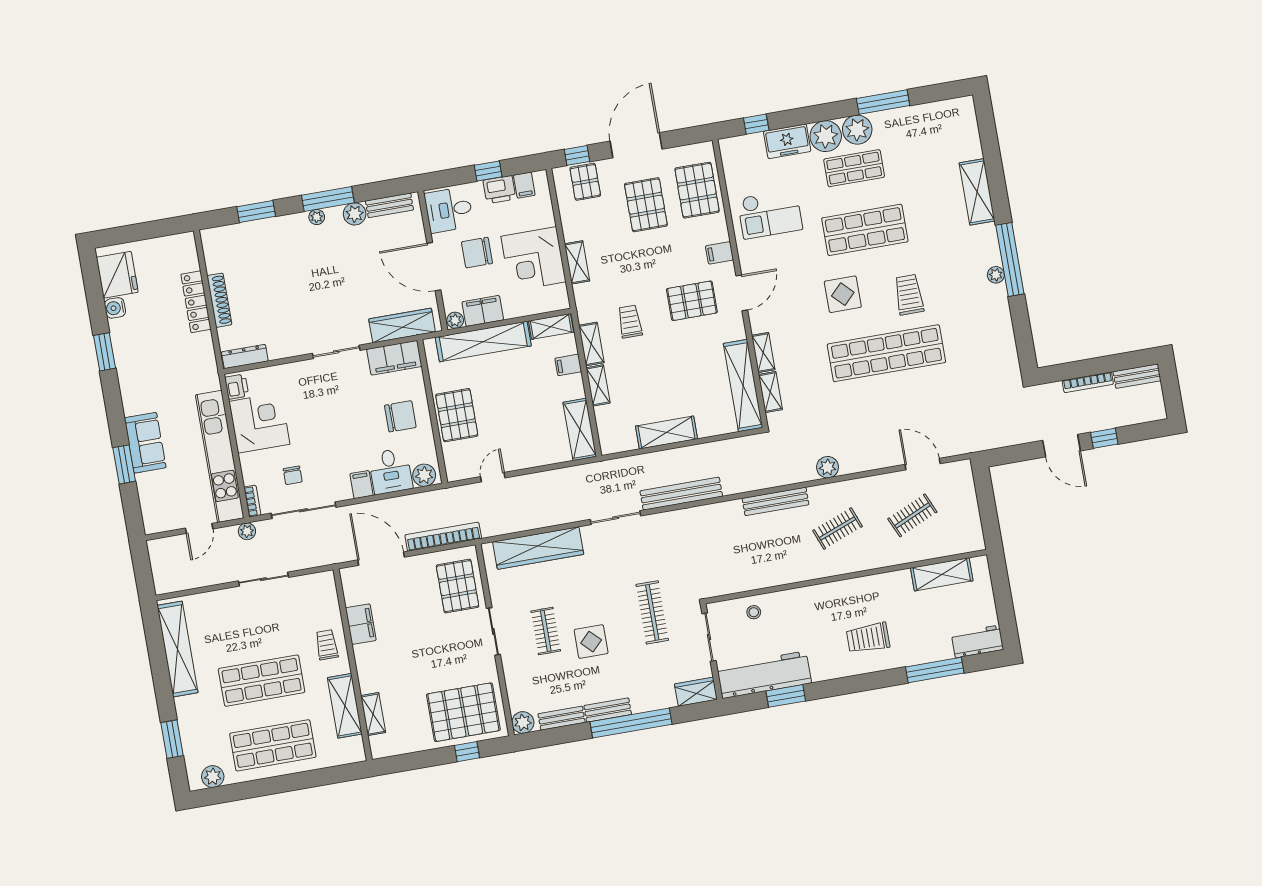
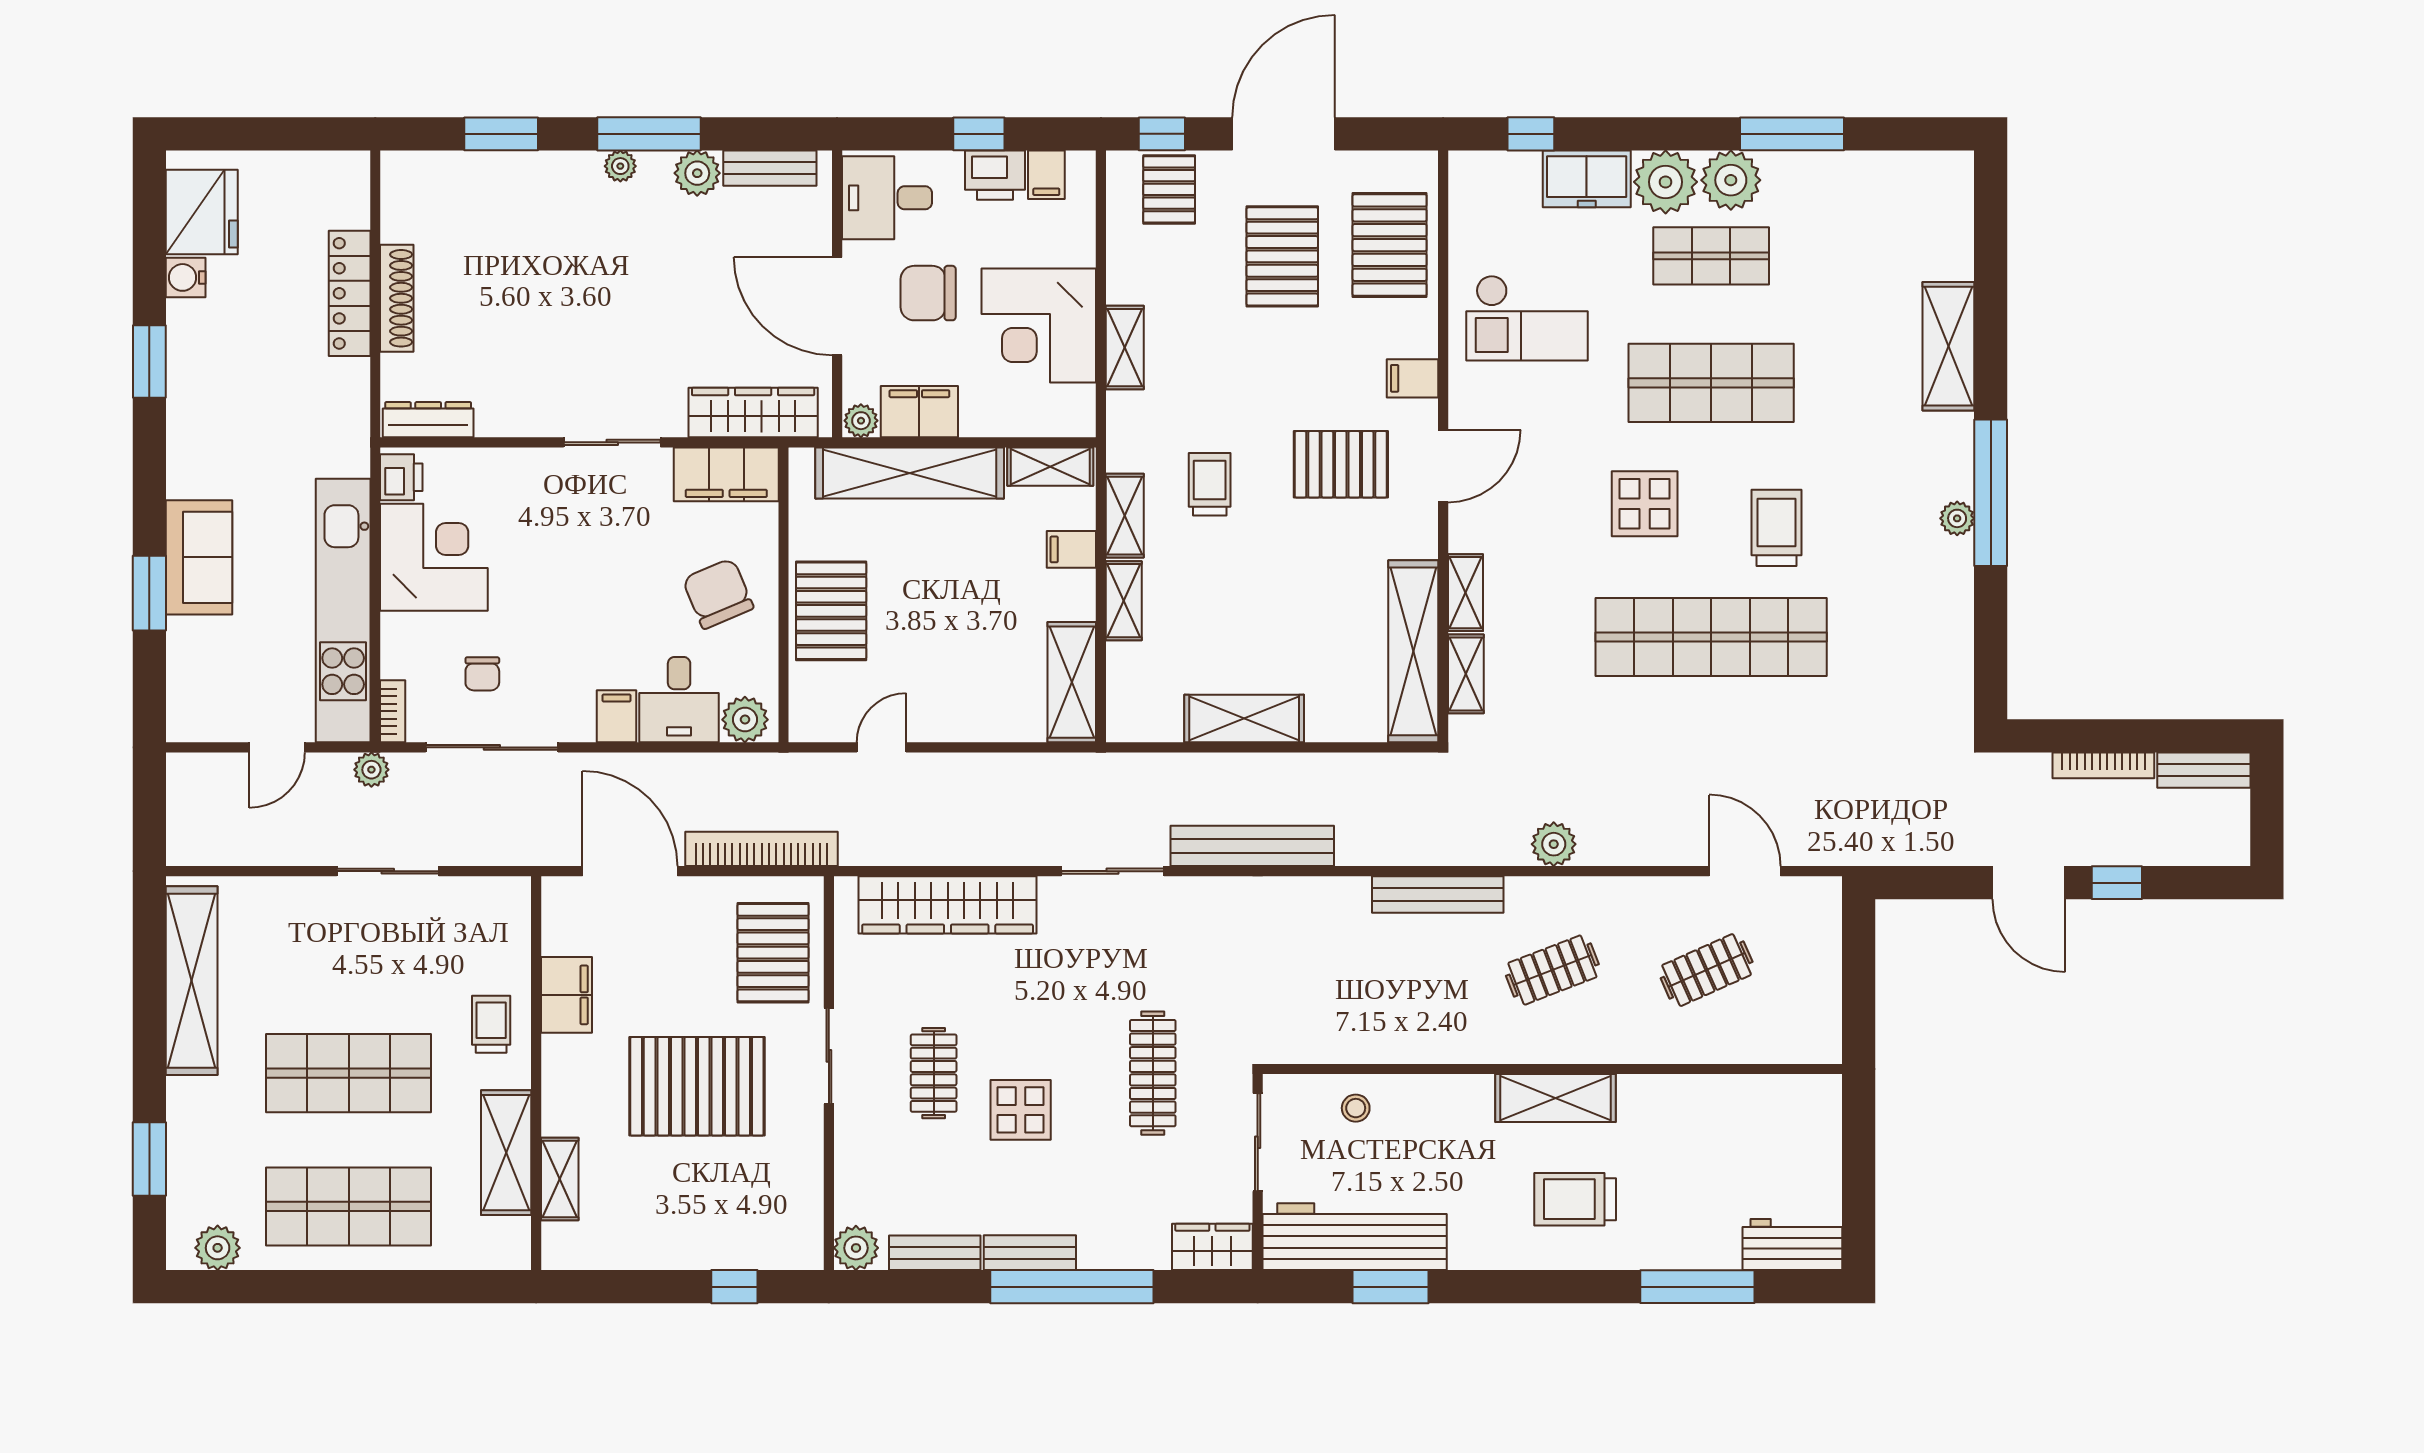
chair: (400, 416) -> (718, 594), turned -113
shelving: (942, 574) -> (1555, 1098), moved
pallet: (463, 712) -> (697, 1086), moved

